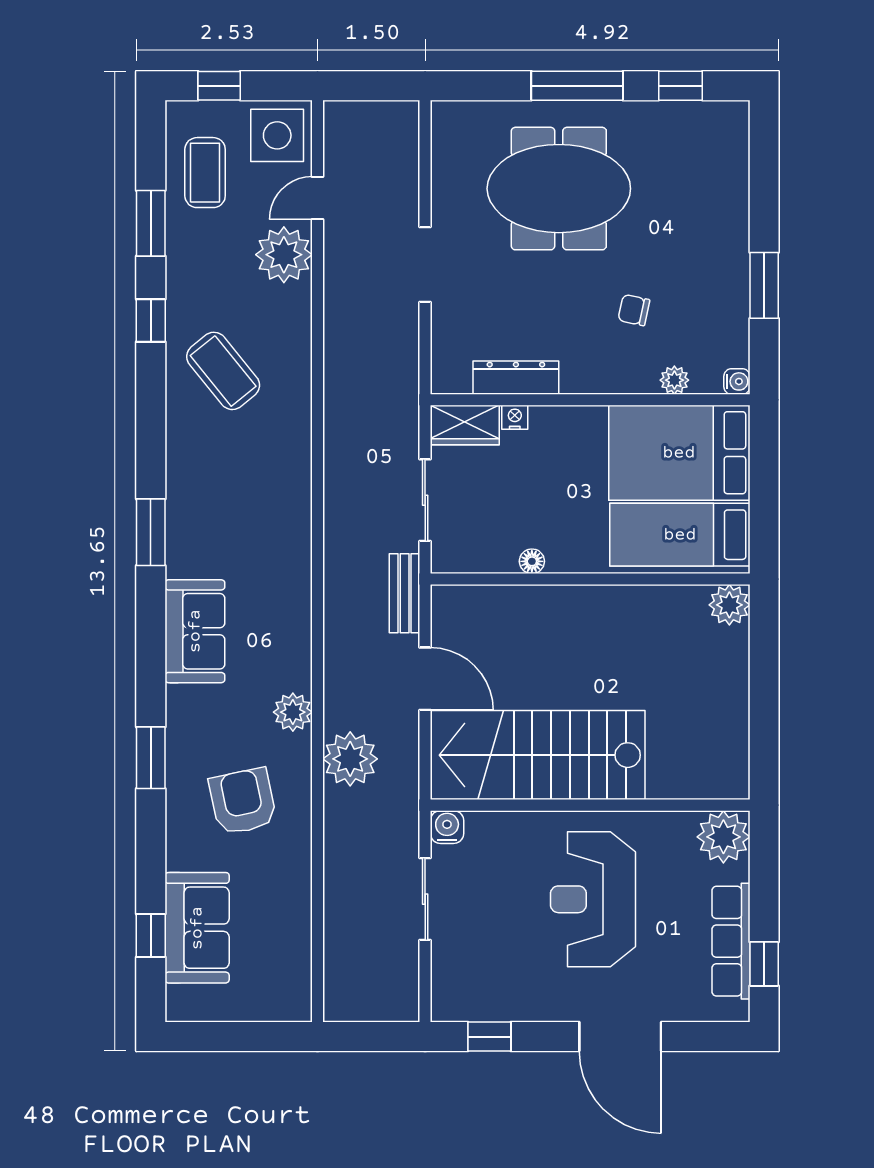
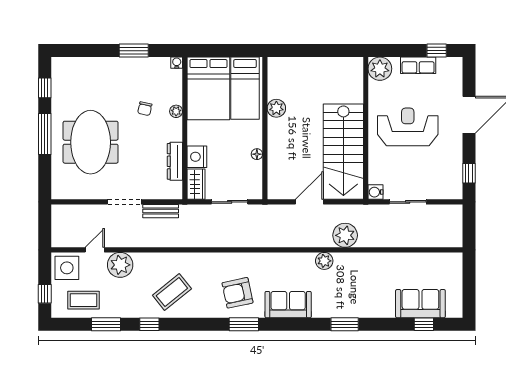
door: (317, 198) -> (95, 250), swing flipped
plant: (674, 380) -> (176, 111), moved
nightstand: (515, 417) -> (197, 157), width x1.89, depth x1.79
bench: (405, 593) -> (161, 211), moved
plant: (729, 605) -> (276, 108), moved
armchair: (243, 801) -> (238, 293), moved
reception desk: (593, 899) -> (408, 127), turned 180
row of seats: (731, 941) -> (418, 65), width x0.68

